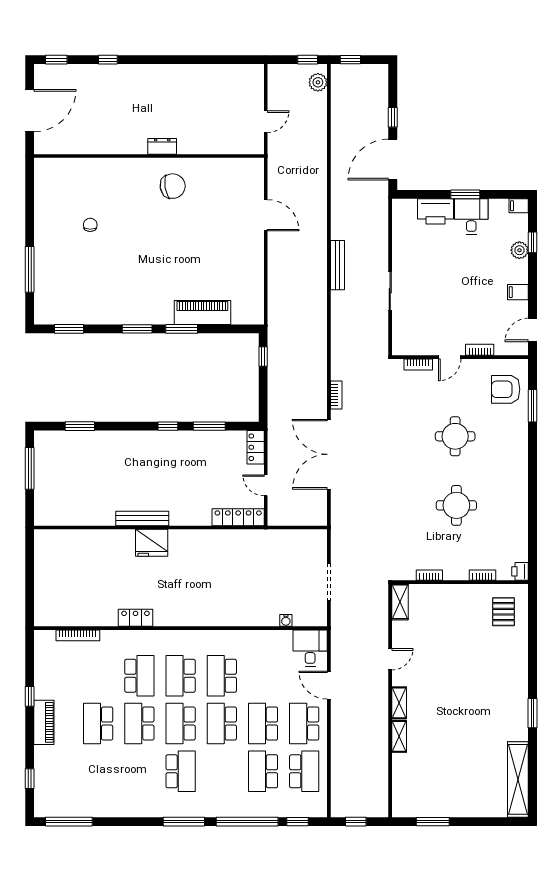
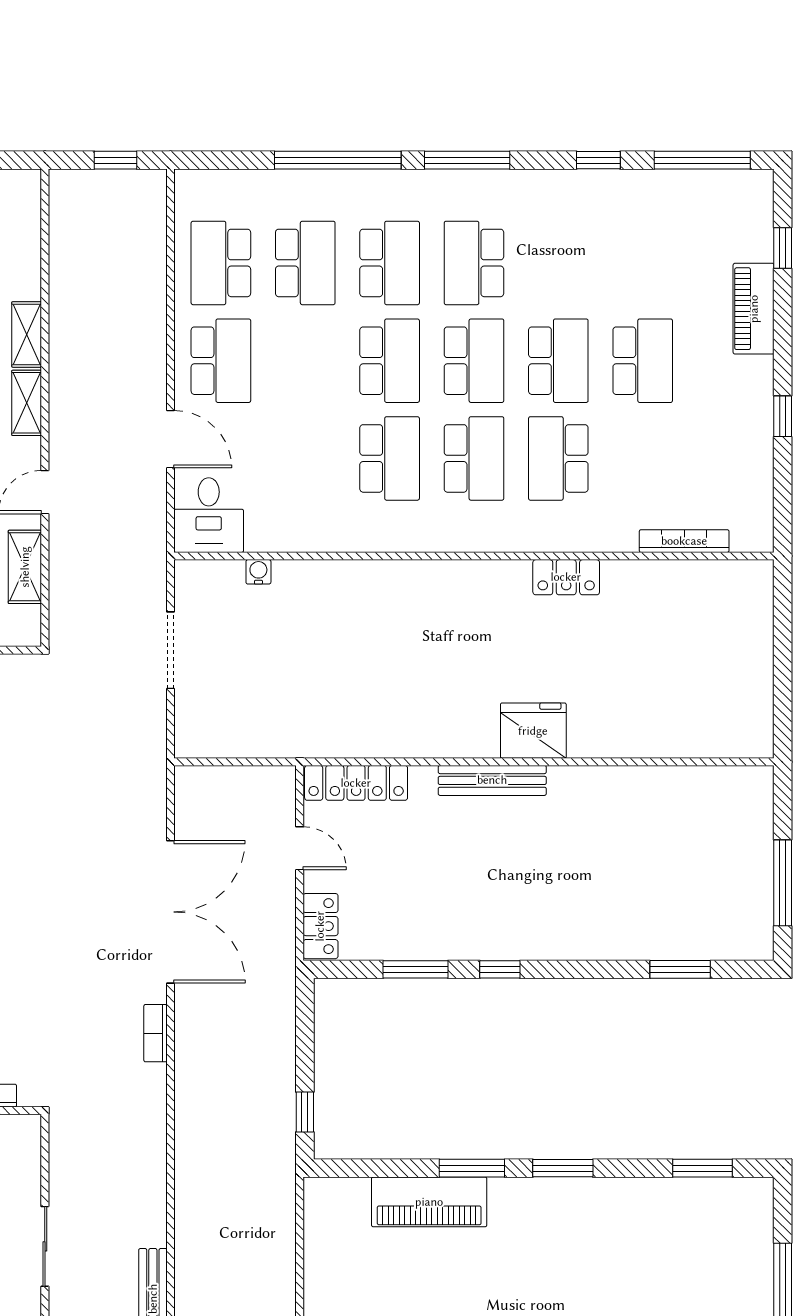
bench: (142, 518) -> (492, 780), moved
shelving: (400, 602) -> (25, 567), moved
piano: (44, 722) -> (754, 309), moved
school desk: (263, 724) -> (390, 263), moved
window: (297, 822) -> (598, 160), moved

